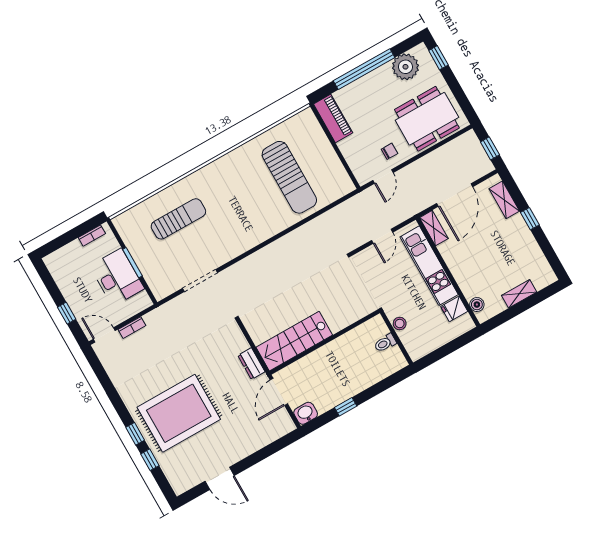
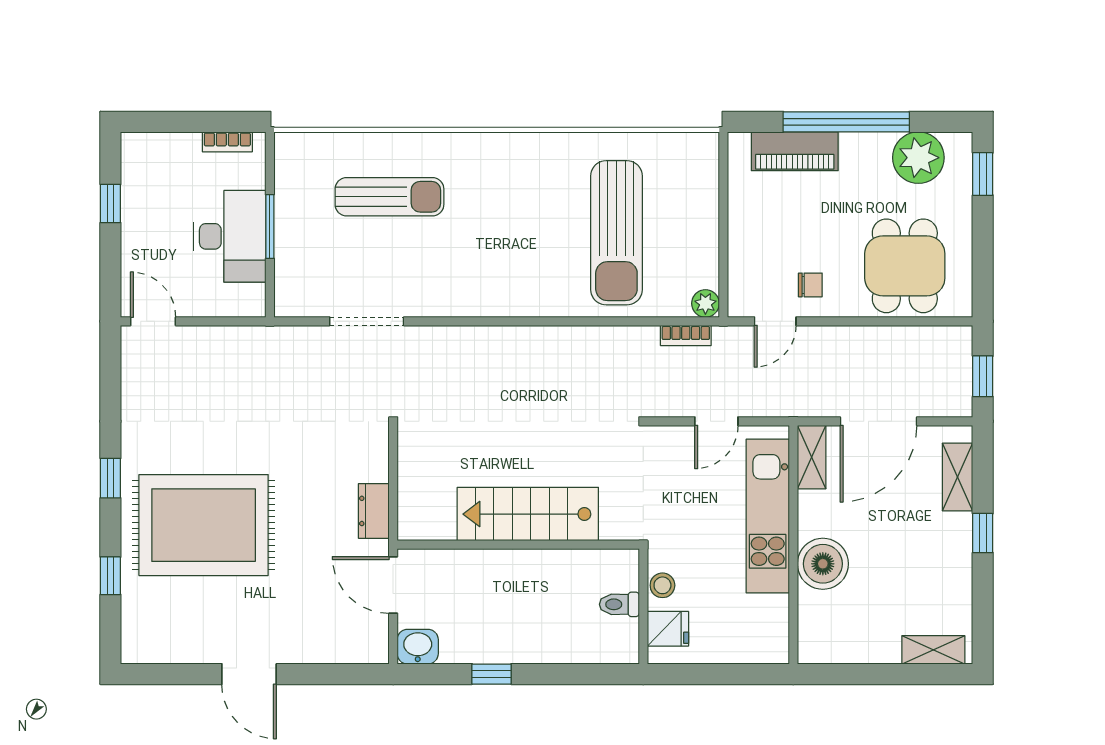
piano: (333, 118) -> (795, 151), moved, turned 90
dining table: (427, 119) -> (905, 266), width x0.73
plant: (347, 186) -> (705, 303), added
shelving: (519, 294) -> (933, 650), moved
boiler: (477, 305) -> (823, 564), moved, width x1.86, depth x1.86
fridge: (454, 309) -> (668, 629), moved, turned 180
window: (67, 313) -> (110, 204), moved
bookcase: (132, 328) -> (686, 335), moved
stairs: (294, 341) -> (528, 514), moved
door: (279, 392) -> (393, 585), hinge flipped
window: (135, 434) -> (110, 478), moved
door: (220, 478) -> (249, 674), moved

